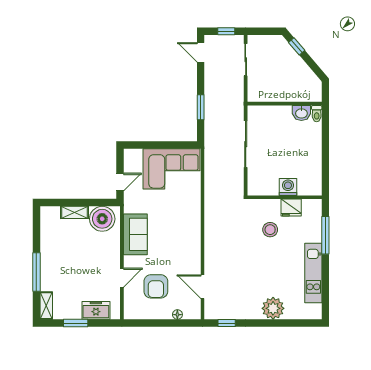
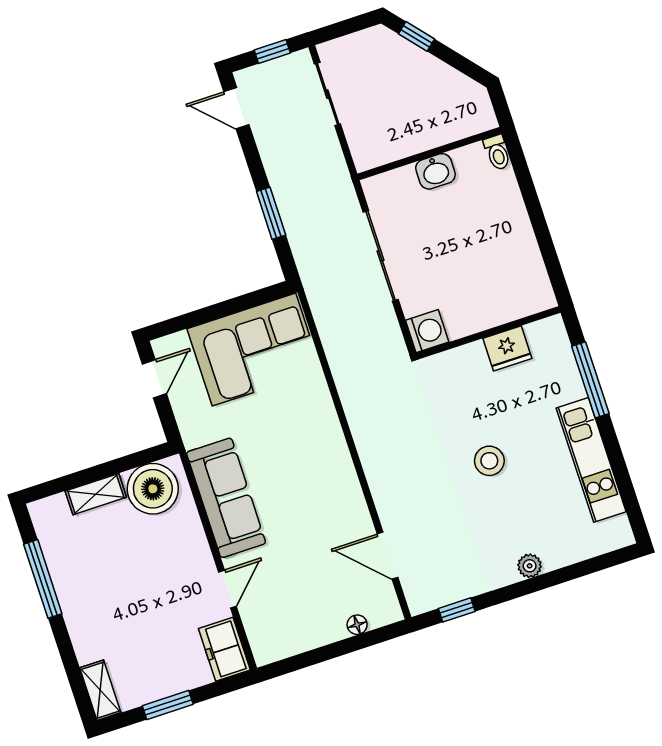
washbasin: (301, 113) -> (435, 171), moved
door: (120, 182) -> (154, 379), moved
washing machine: (288, 187) -> (427, 331), moved, turned 90
stool: (270, 230) -> (489, 461), moved
sofa: (135, 234) -> (226, 498), width x1.36
window: (36, 272) -> (43, 579), moved
armchair: (156, 286) -> (298, 584), removed
plant: (273, 308) -> (530, 566), width x0.53, depth x0.53
freezer: (96, 310) -> (224, 649), moved, turned -90

